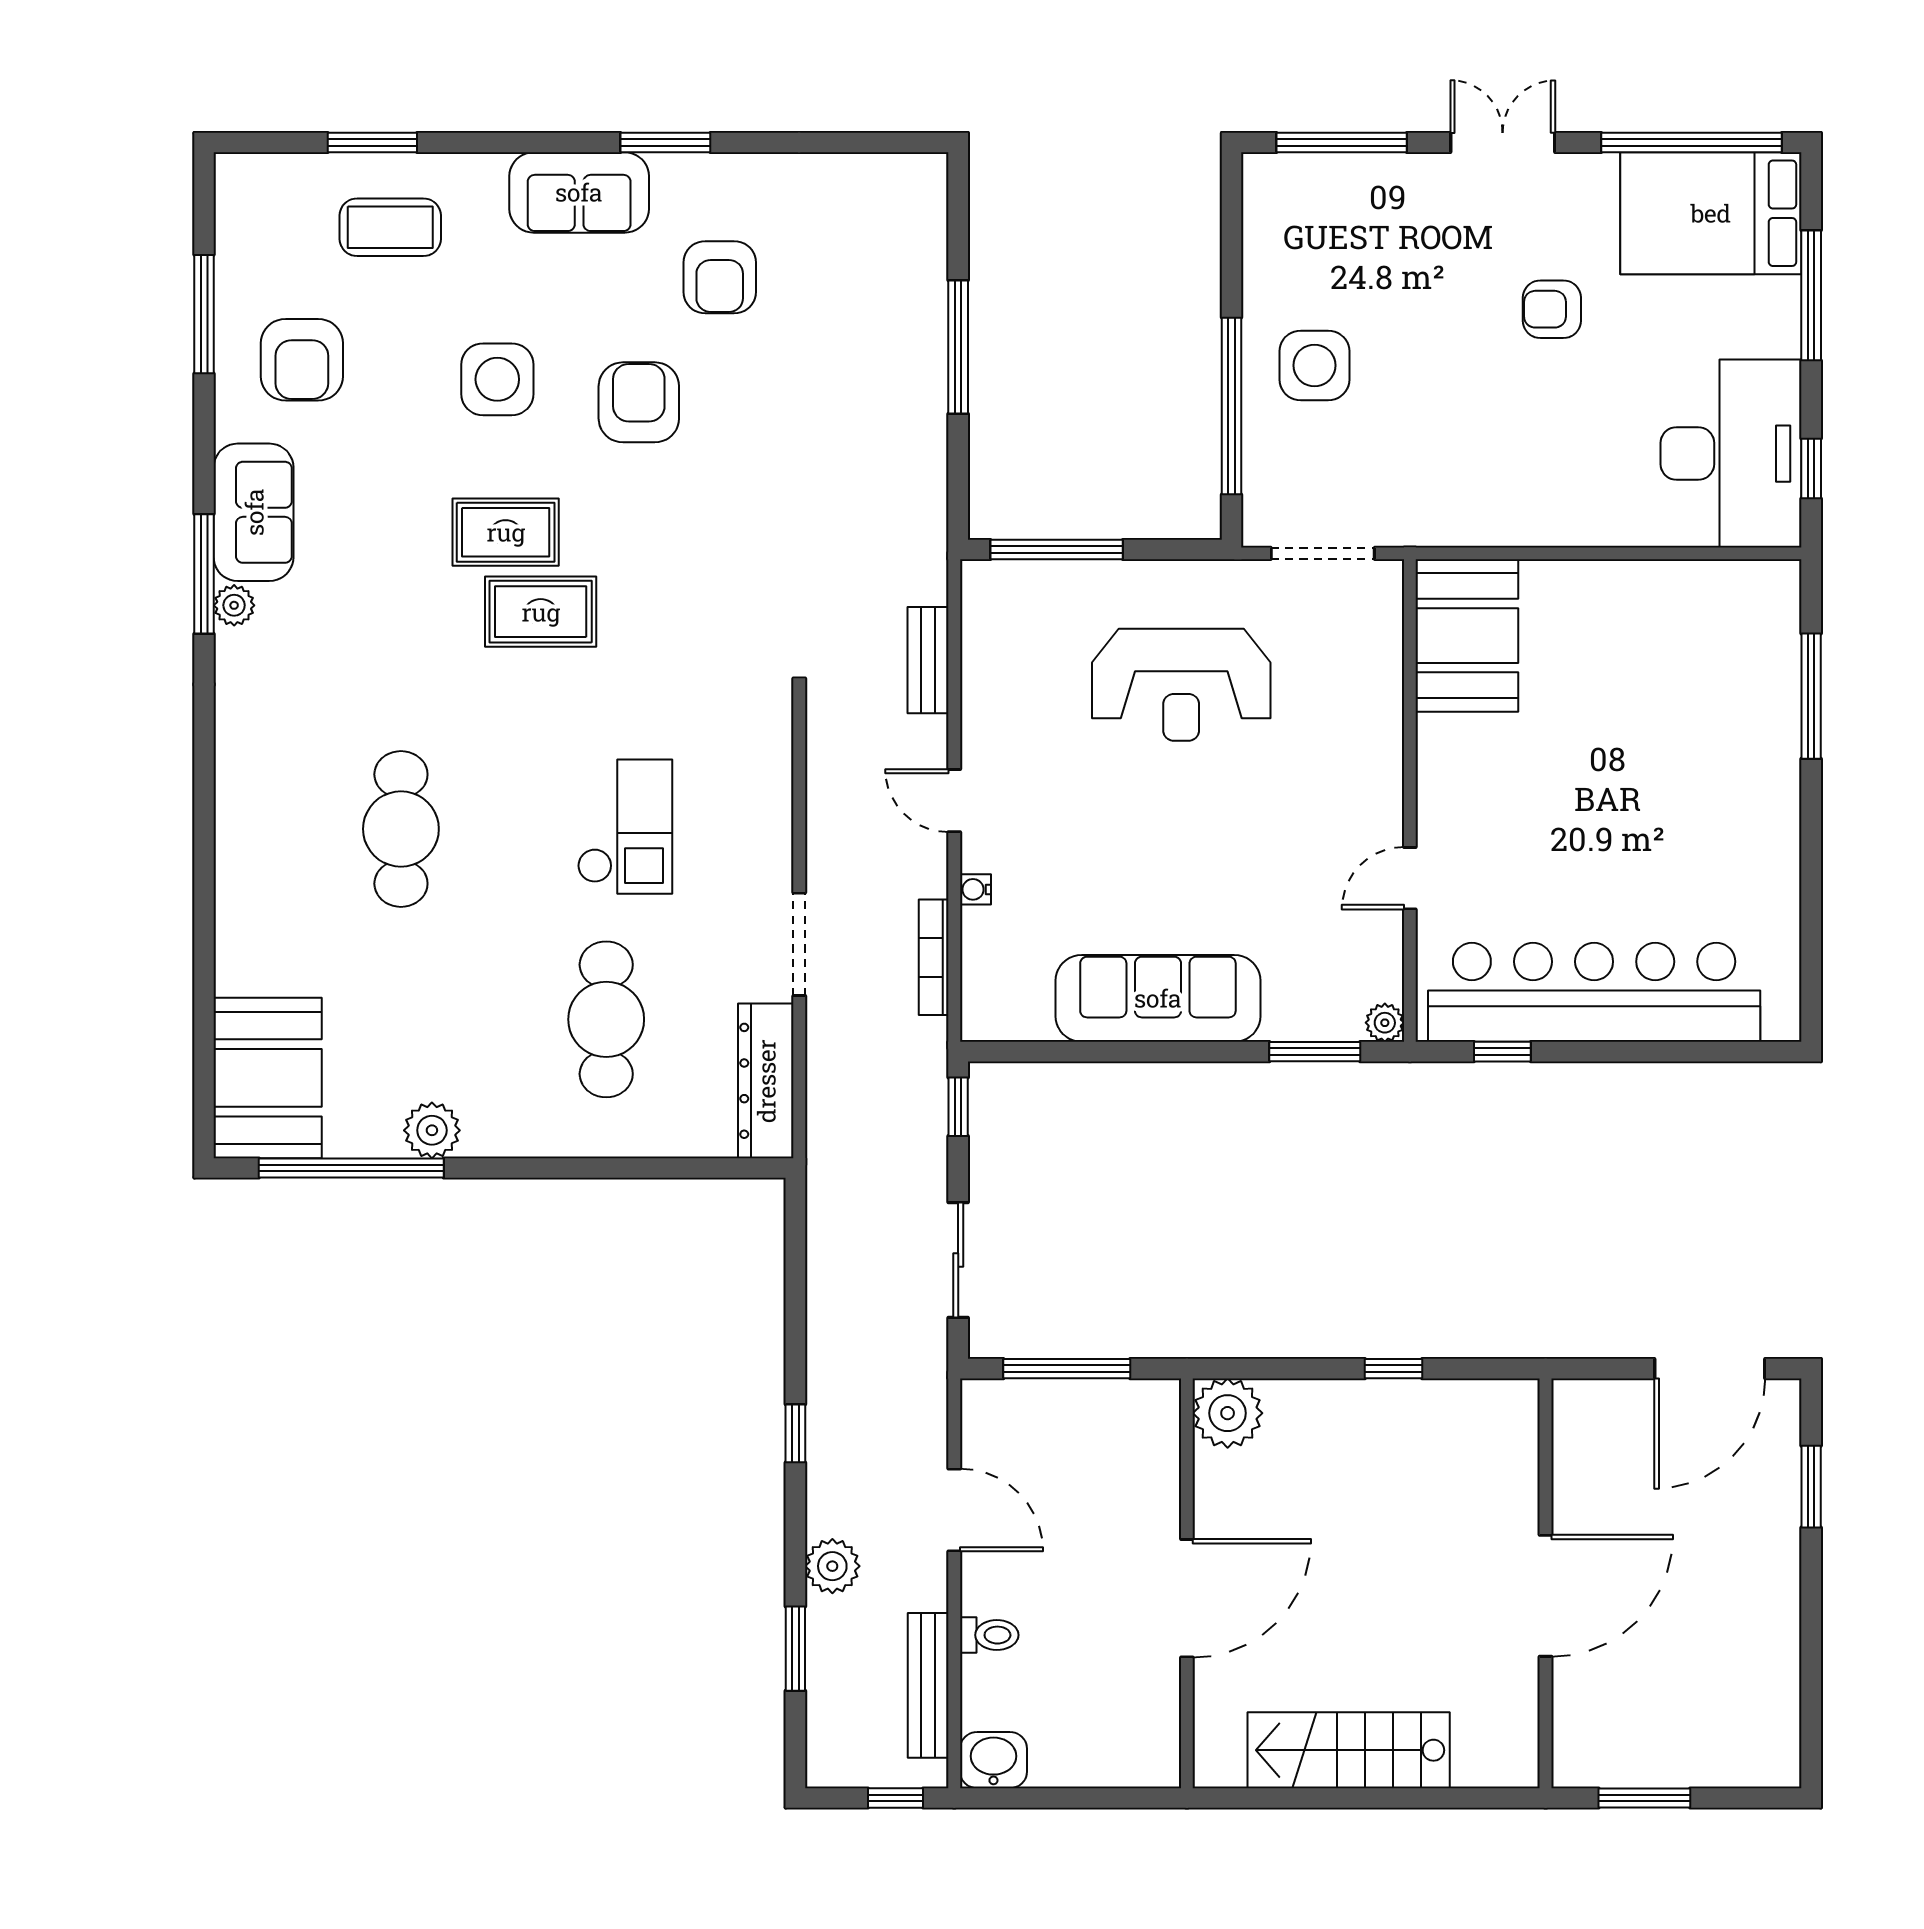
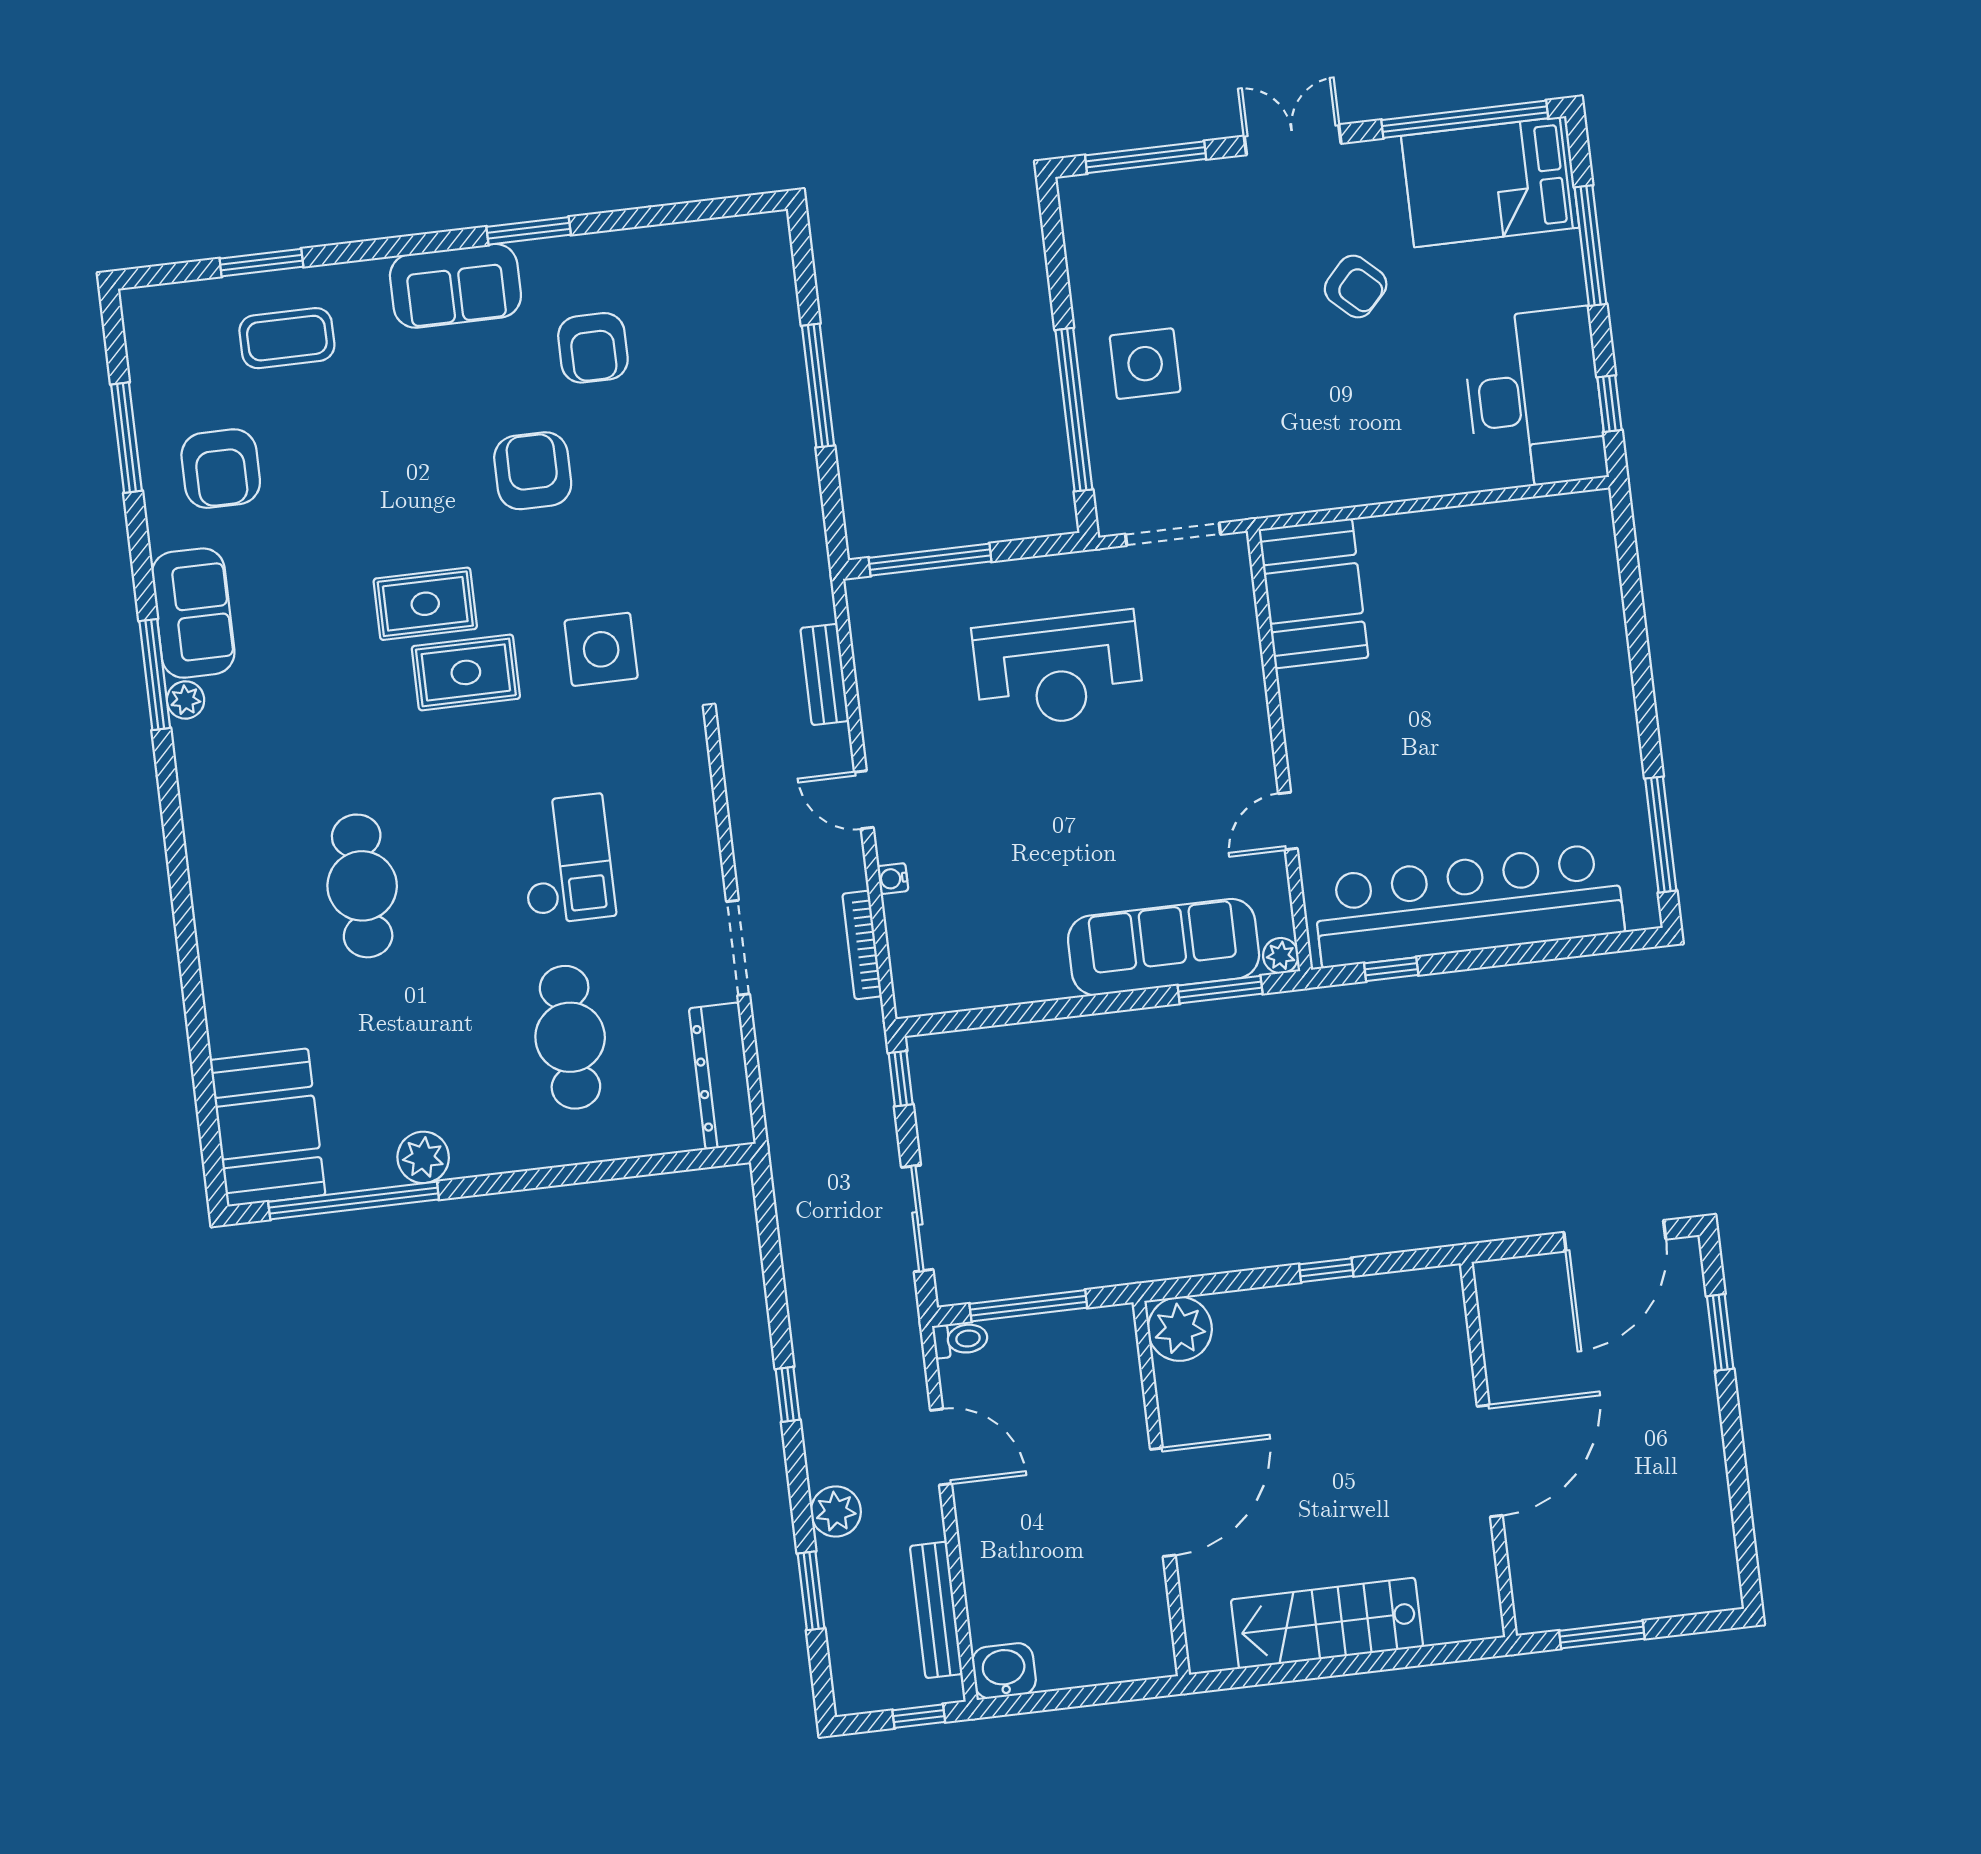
armchair: (1552, 309) -> (1356, 286), turned -137
side table: (497, 379) -> (601, 649), moved
window: (1811, 696) -> (1661, 835), moved
sofa: (1158, 998) -> (1164, 947), moved
toilet: (989, 1635) -> (961, 1339), moved

